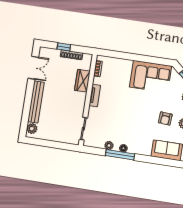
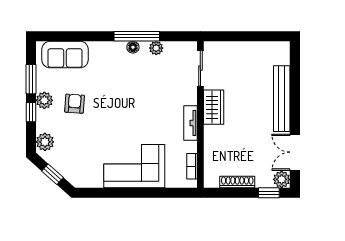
window: (64, 47) -> (269, 193), moved
corner sofa: (150, 76) -> (134, 166), moved
wardrobe: (82, 81) -> (214, 107), moved
plant: (32, 129) -> (282, 179), moved

